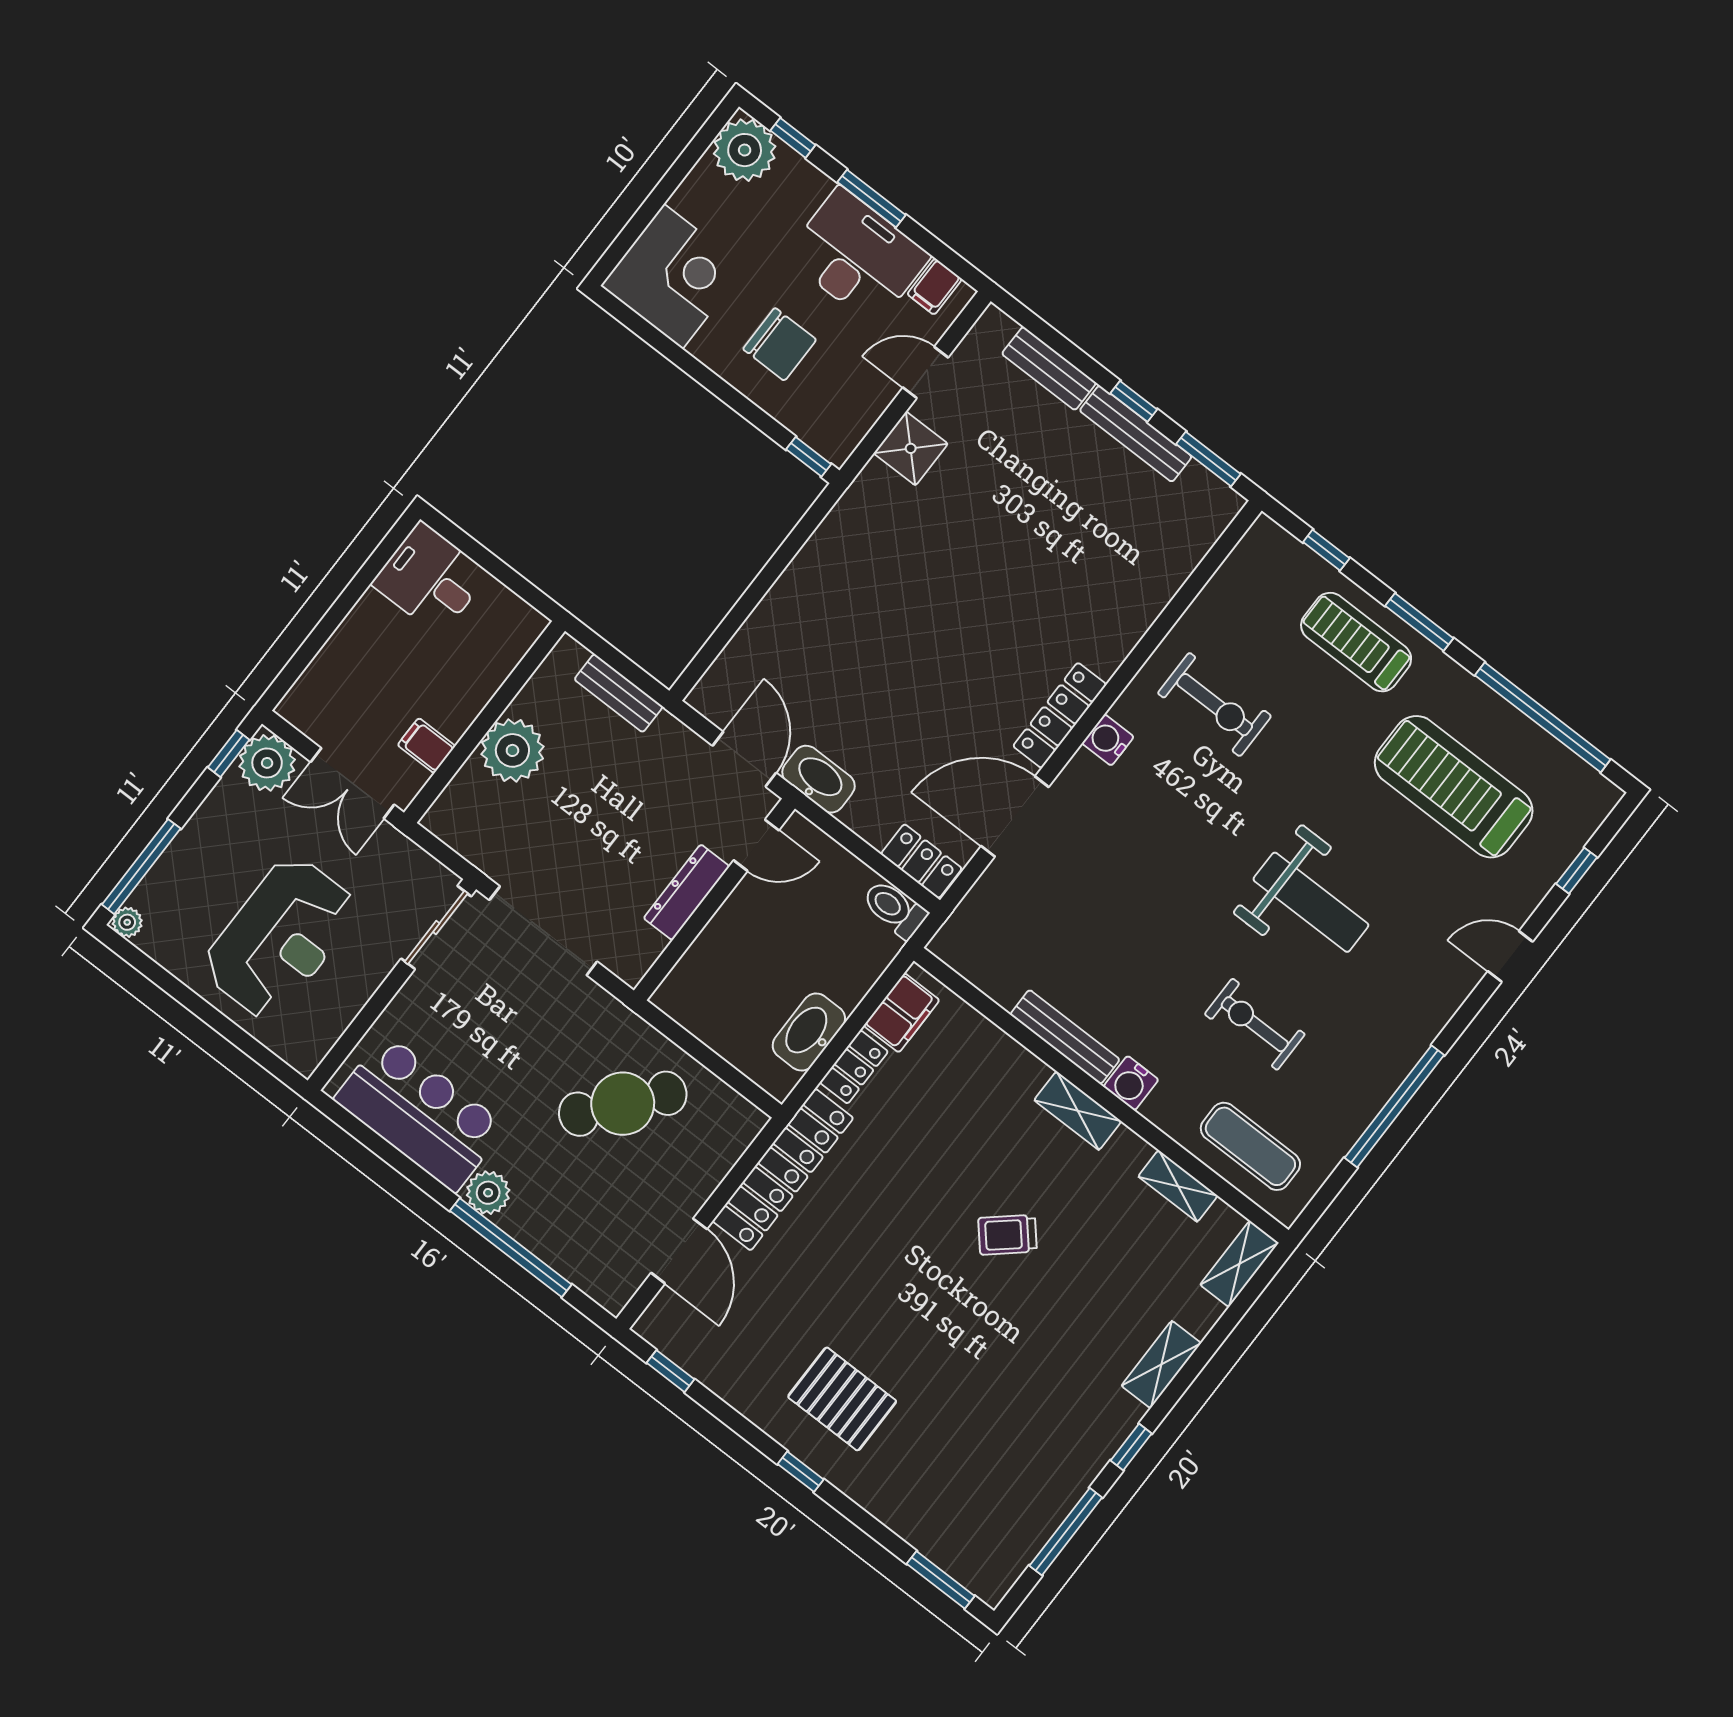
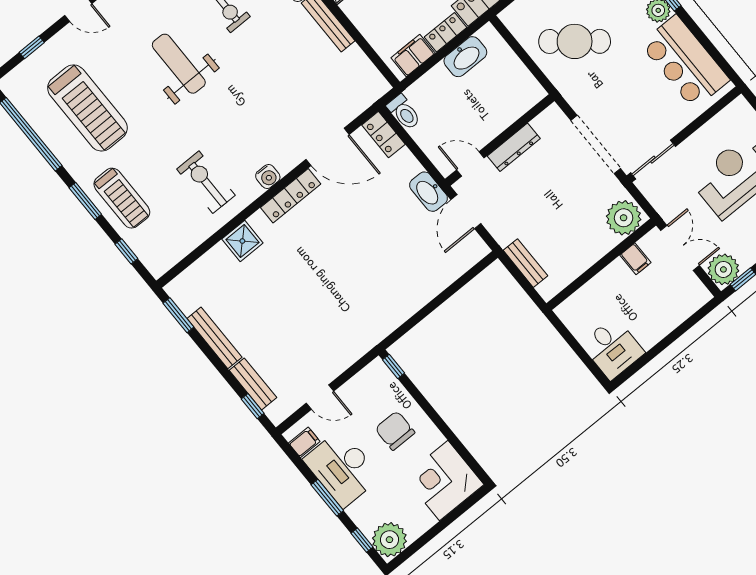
window: (1134, 401) -> (253, 406), moved
shower: (911, 448) -> (242, 241), moved
plant: (512, 750) -> (624, 218), moved

